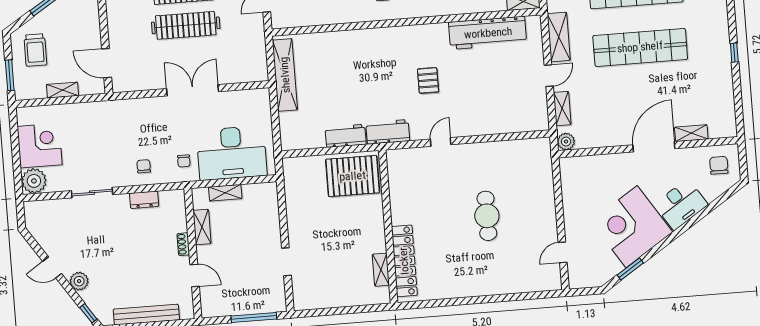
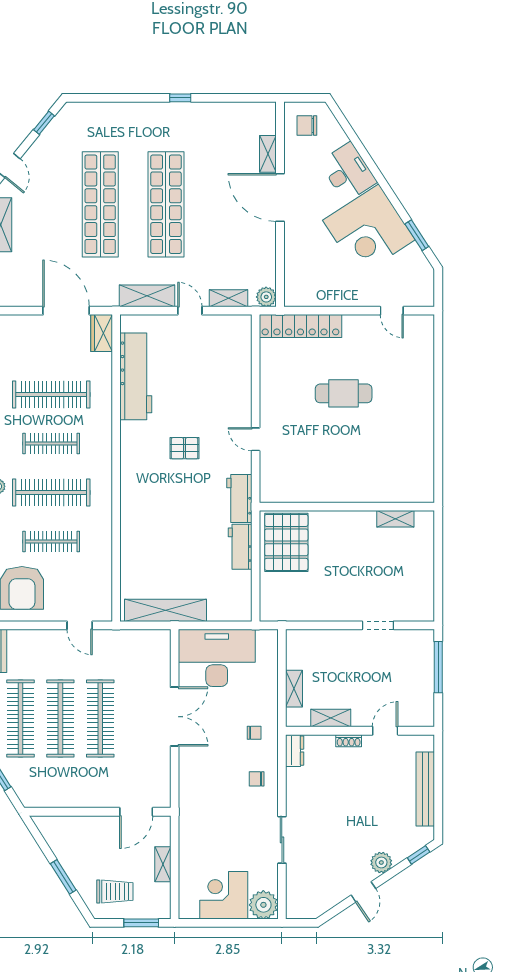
double door: (193, 90) -> (175, 717), swing flipped
desk: (232, 153) -> (217, 658), moved, turned -90
dresser: (144, 200) -> (295, 751), moved
locker: (404, 261) -> (300, 326), moved, turned 180

